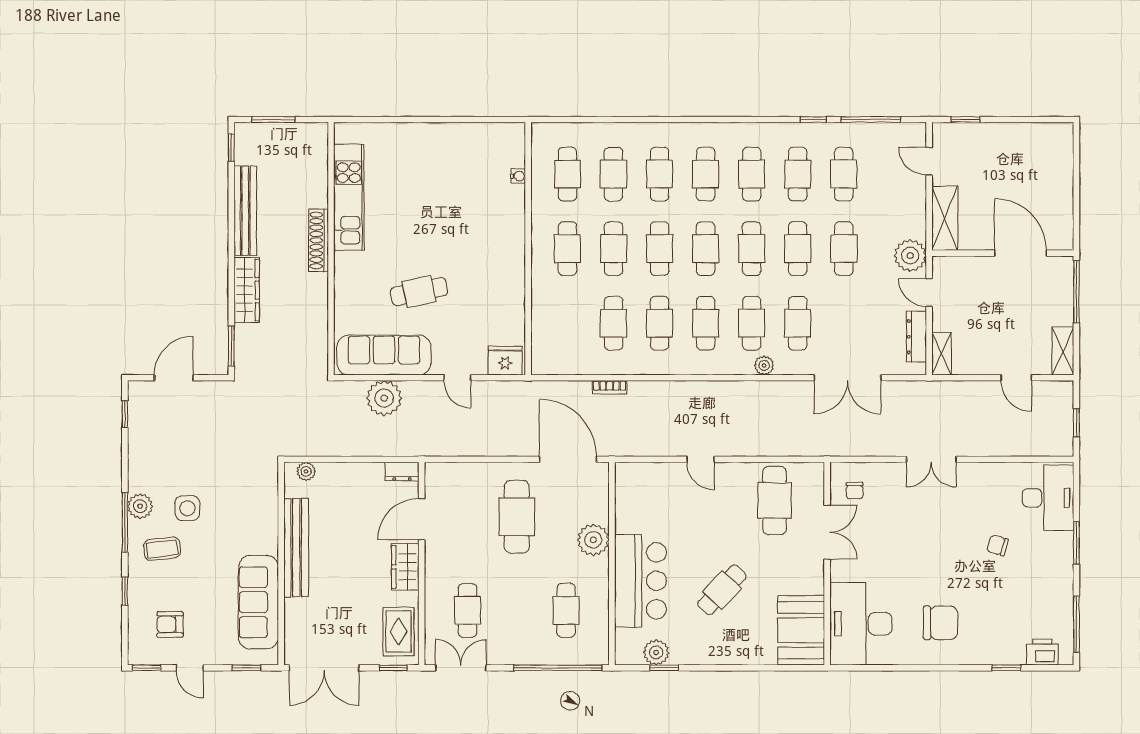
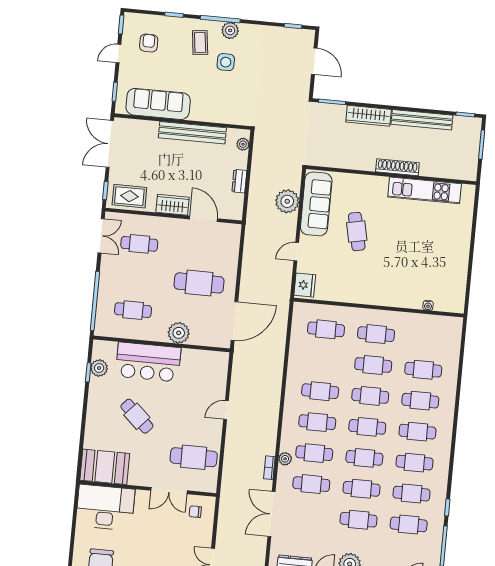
cafe table: (567, 174) -> (426, 339), removed
cafe table: (614, 323) -> (326, 329), moved
bookcase: (610, 387) -> (269, 468), moved
dresser: (402, 472) -> (239, 181), moved

